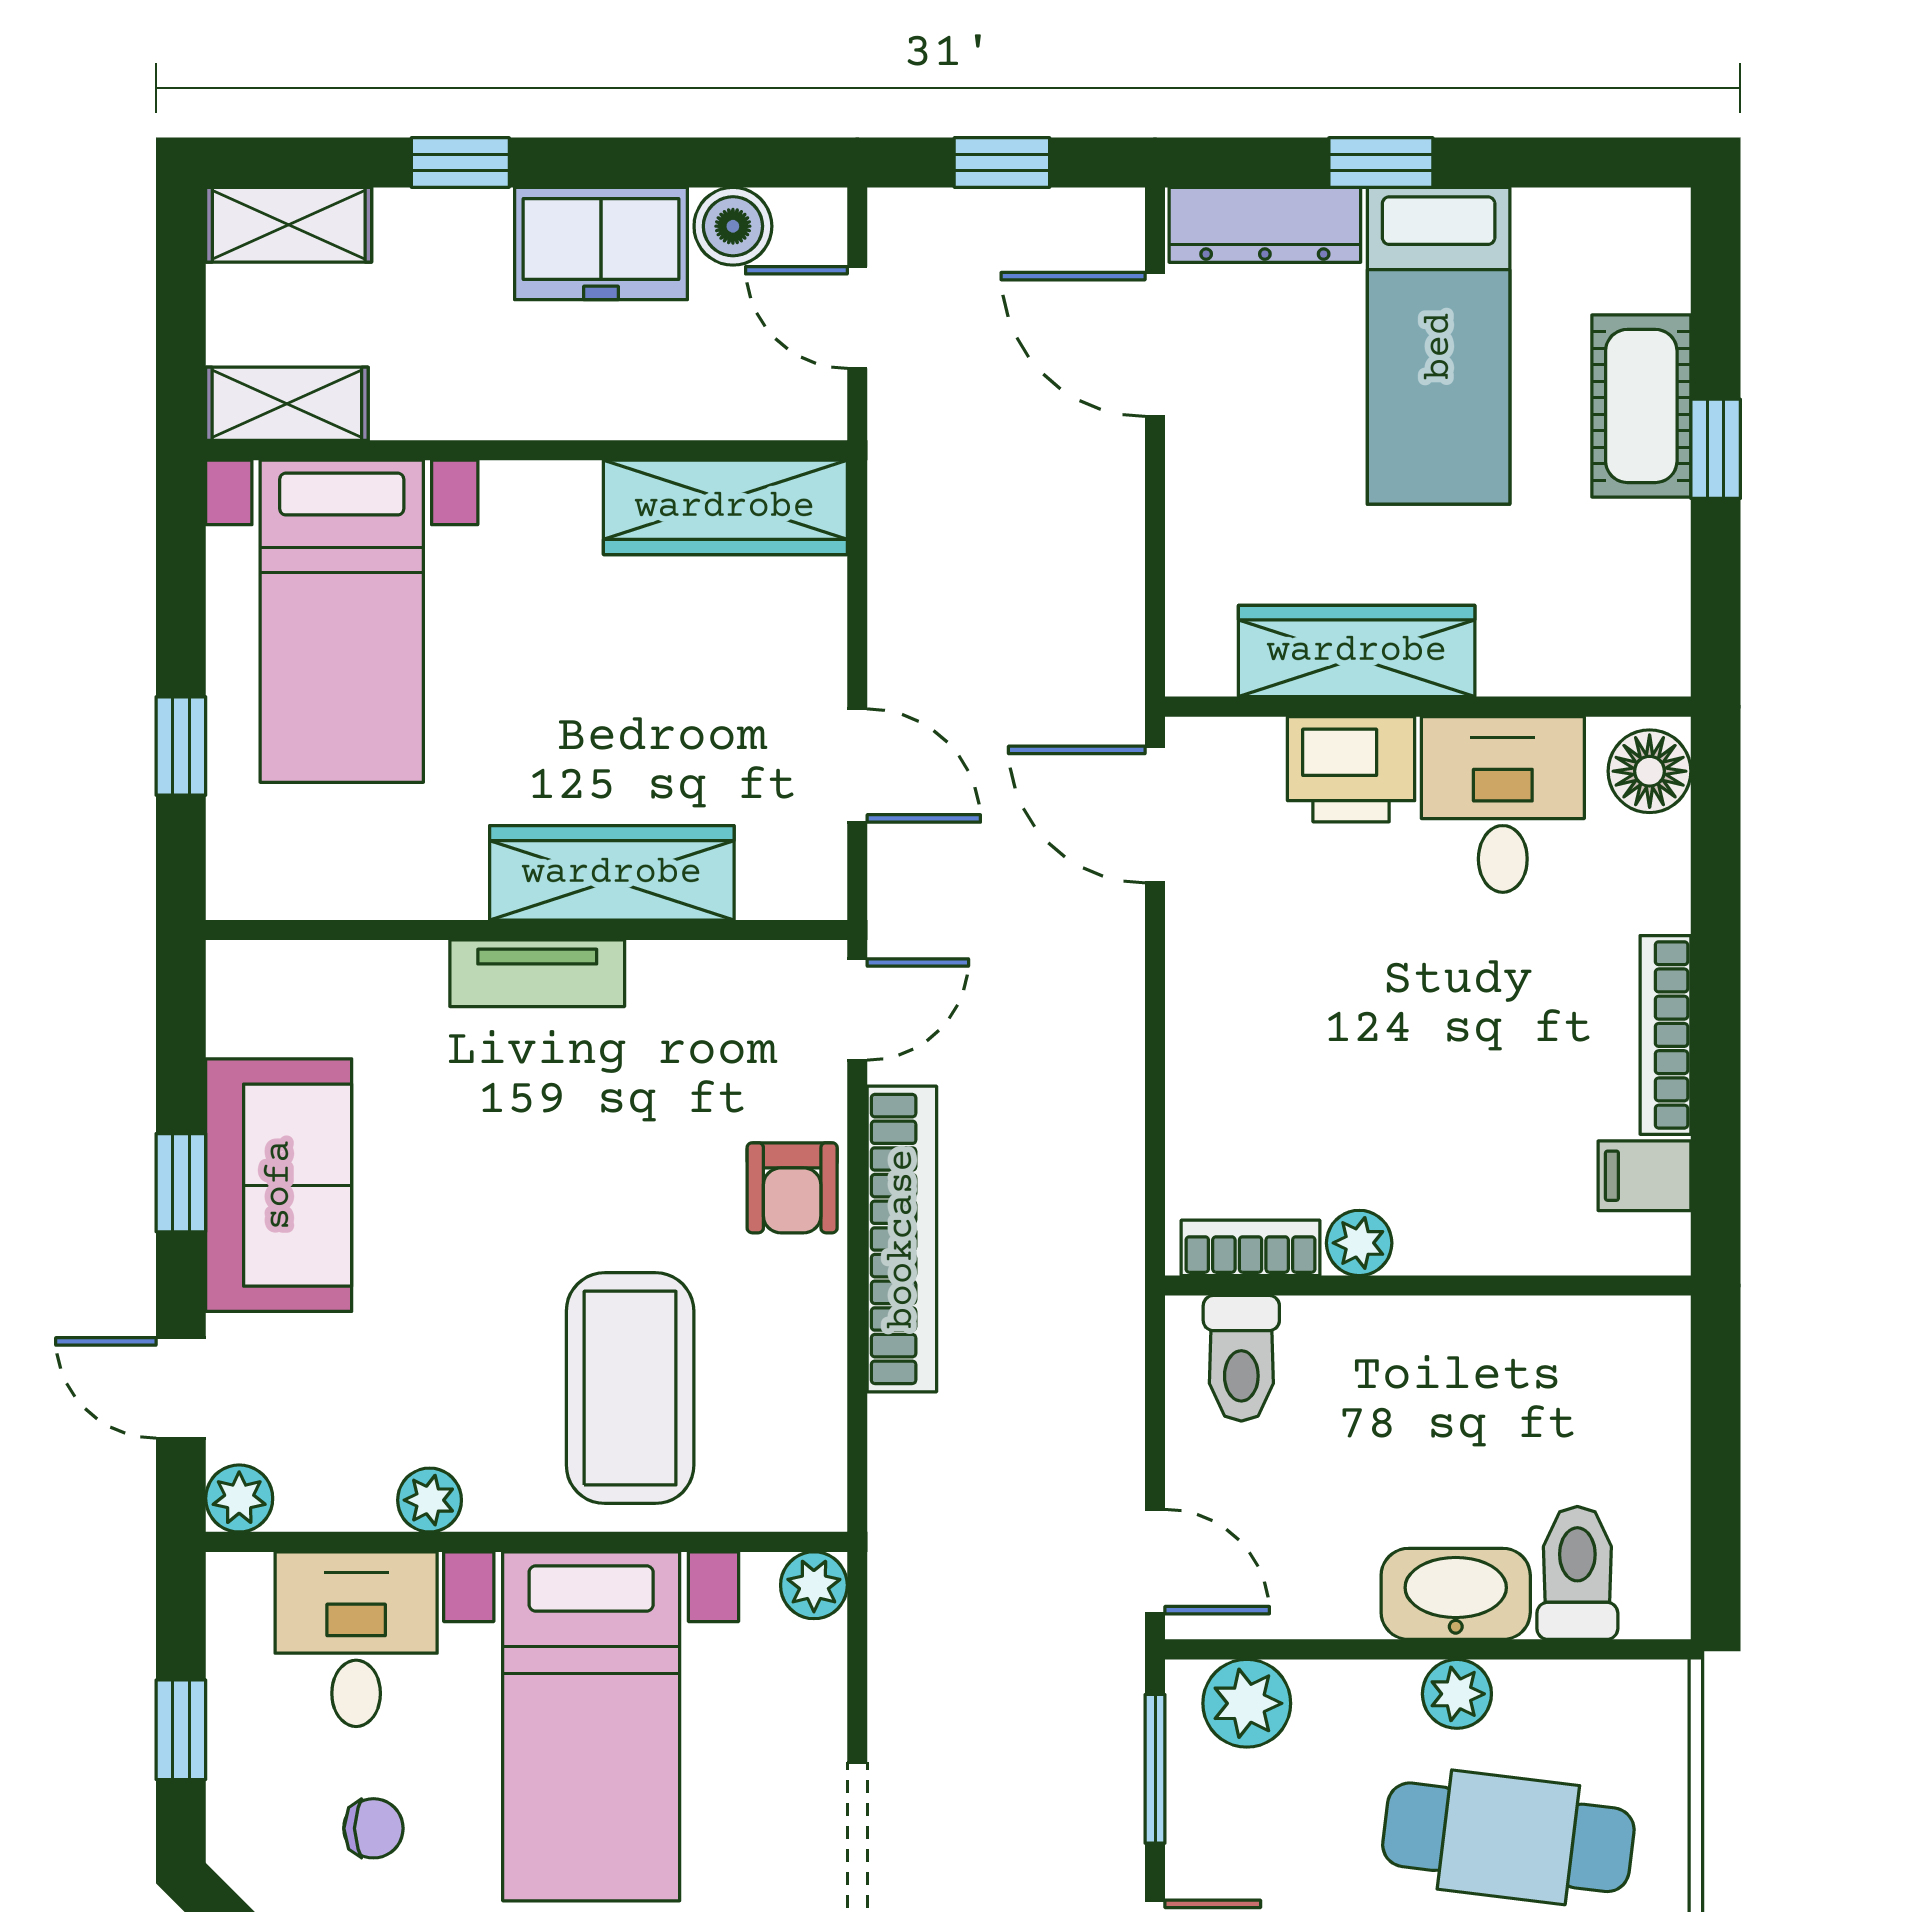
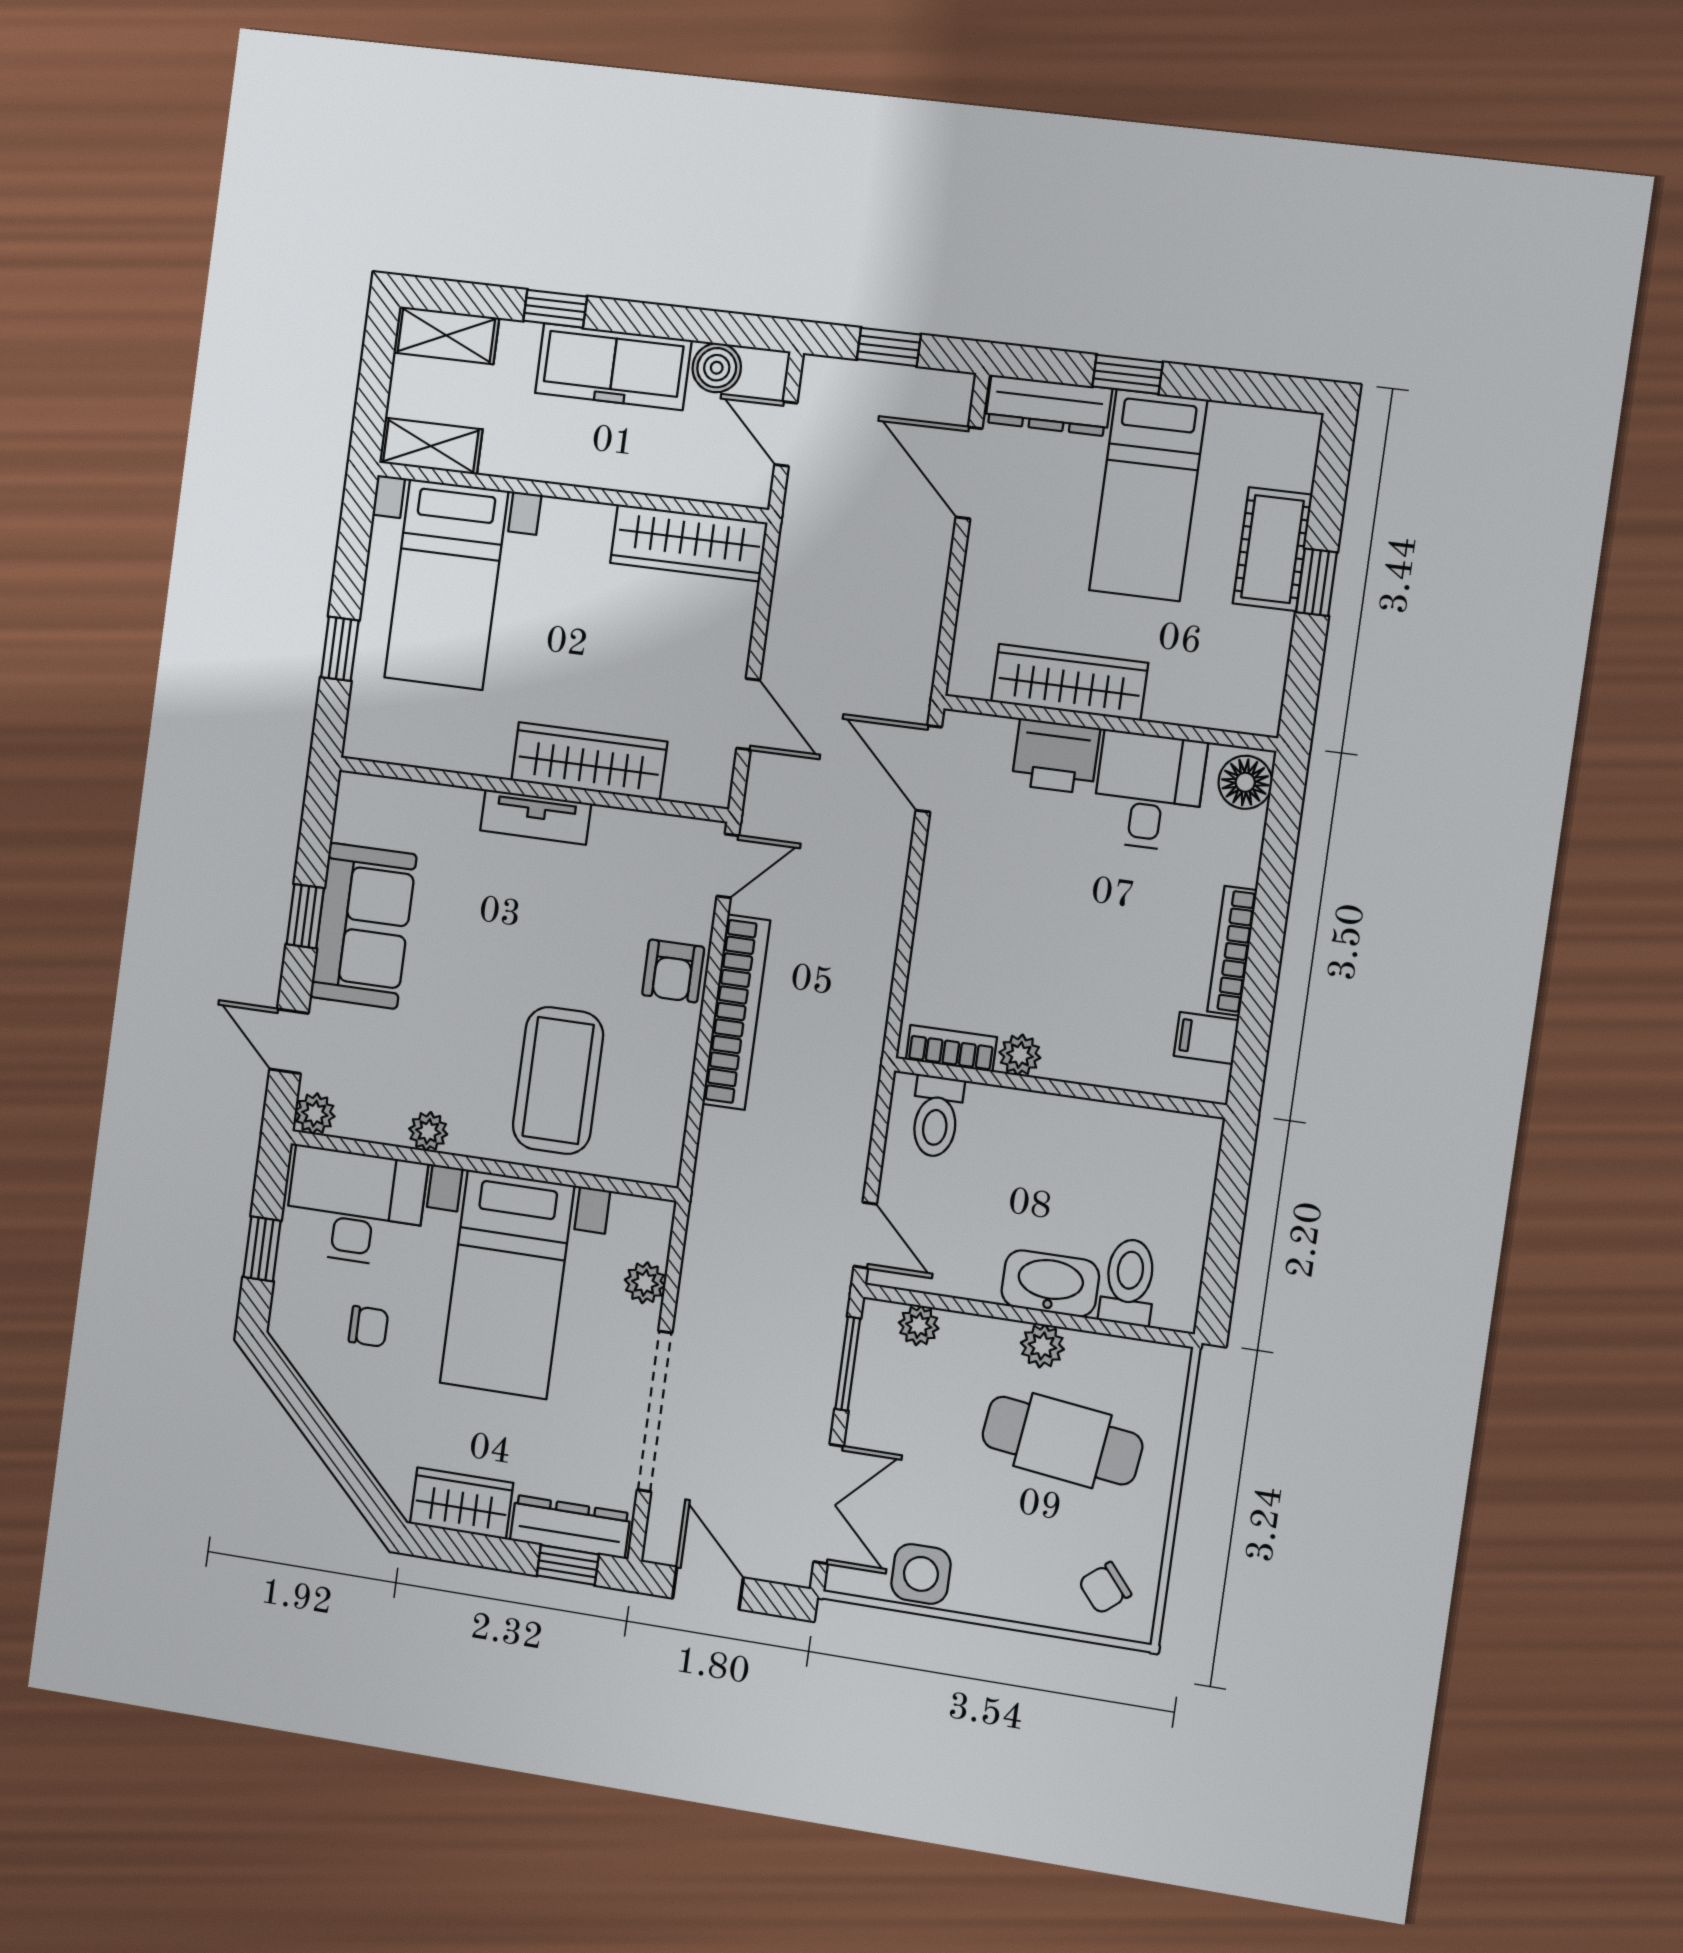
freezer: (601, 243) -> (613, 367), width x1.40
plant: (814, 1585) -> (645, 1283), moved
desk: (356, 1639) -> (355, 1207), width x1.37
plant: (1247, 1703) -> (919, 1325), width x0.73, depth x0.73

